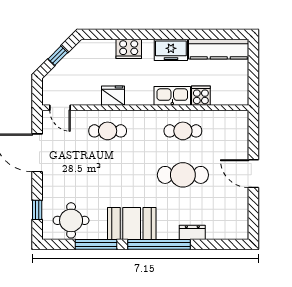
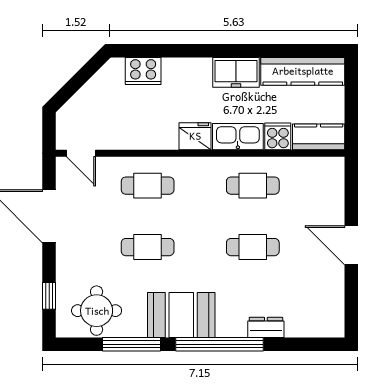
cooker: (129, 49) -> (143, 71), moved
window: (58, 56) -> (78, 81), removed
fridge: (113, 96) -> (195, 136), moved
kitchen counter: (230, 96) -> (319, 137), added
cafe table: (108, 175) -> (148, 247), added
cafe table: (183, 175) -> (253, 247), width x0.73, depth x0.74

